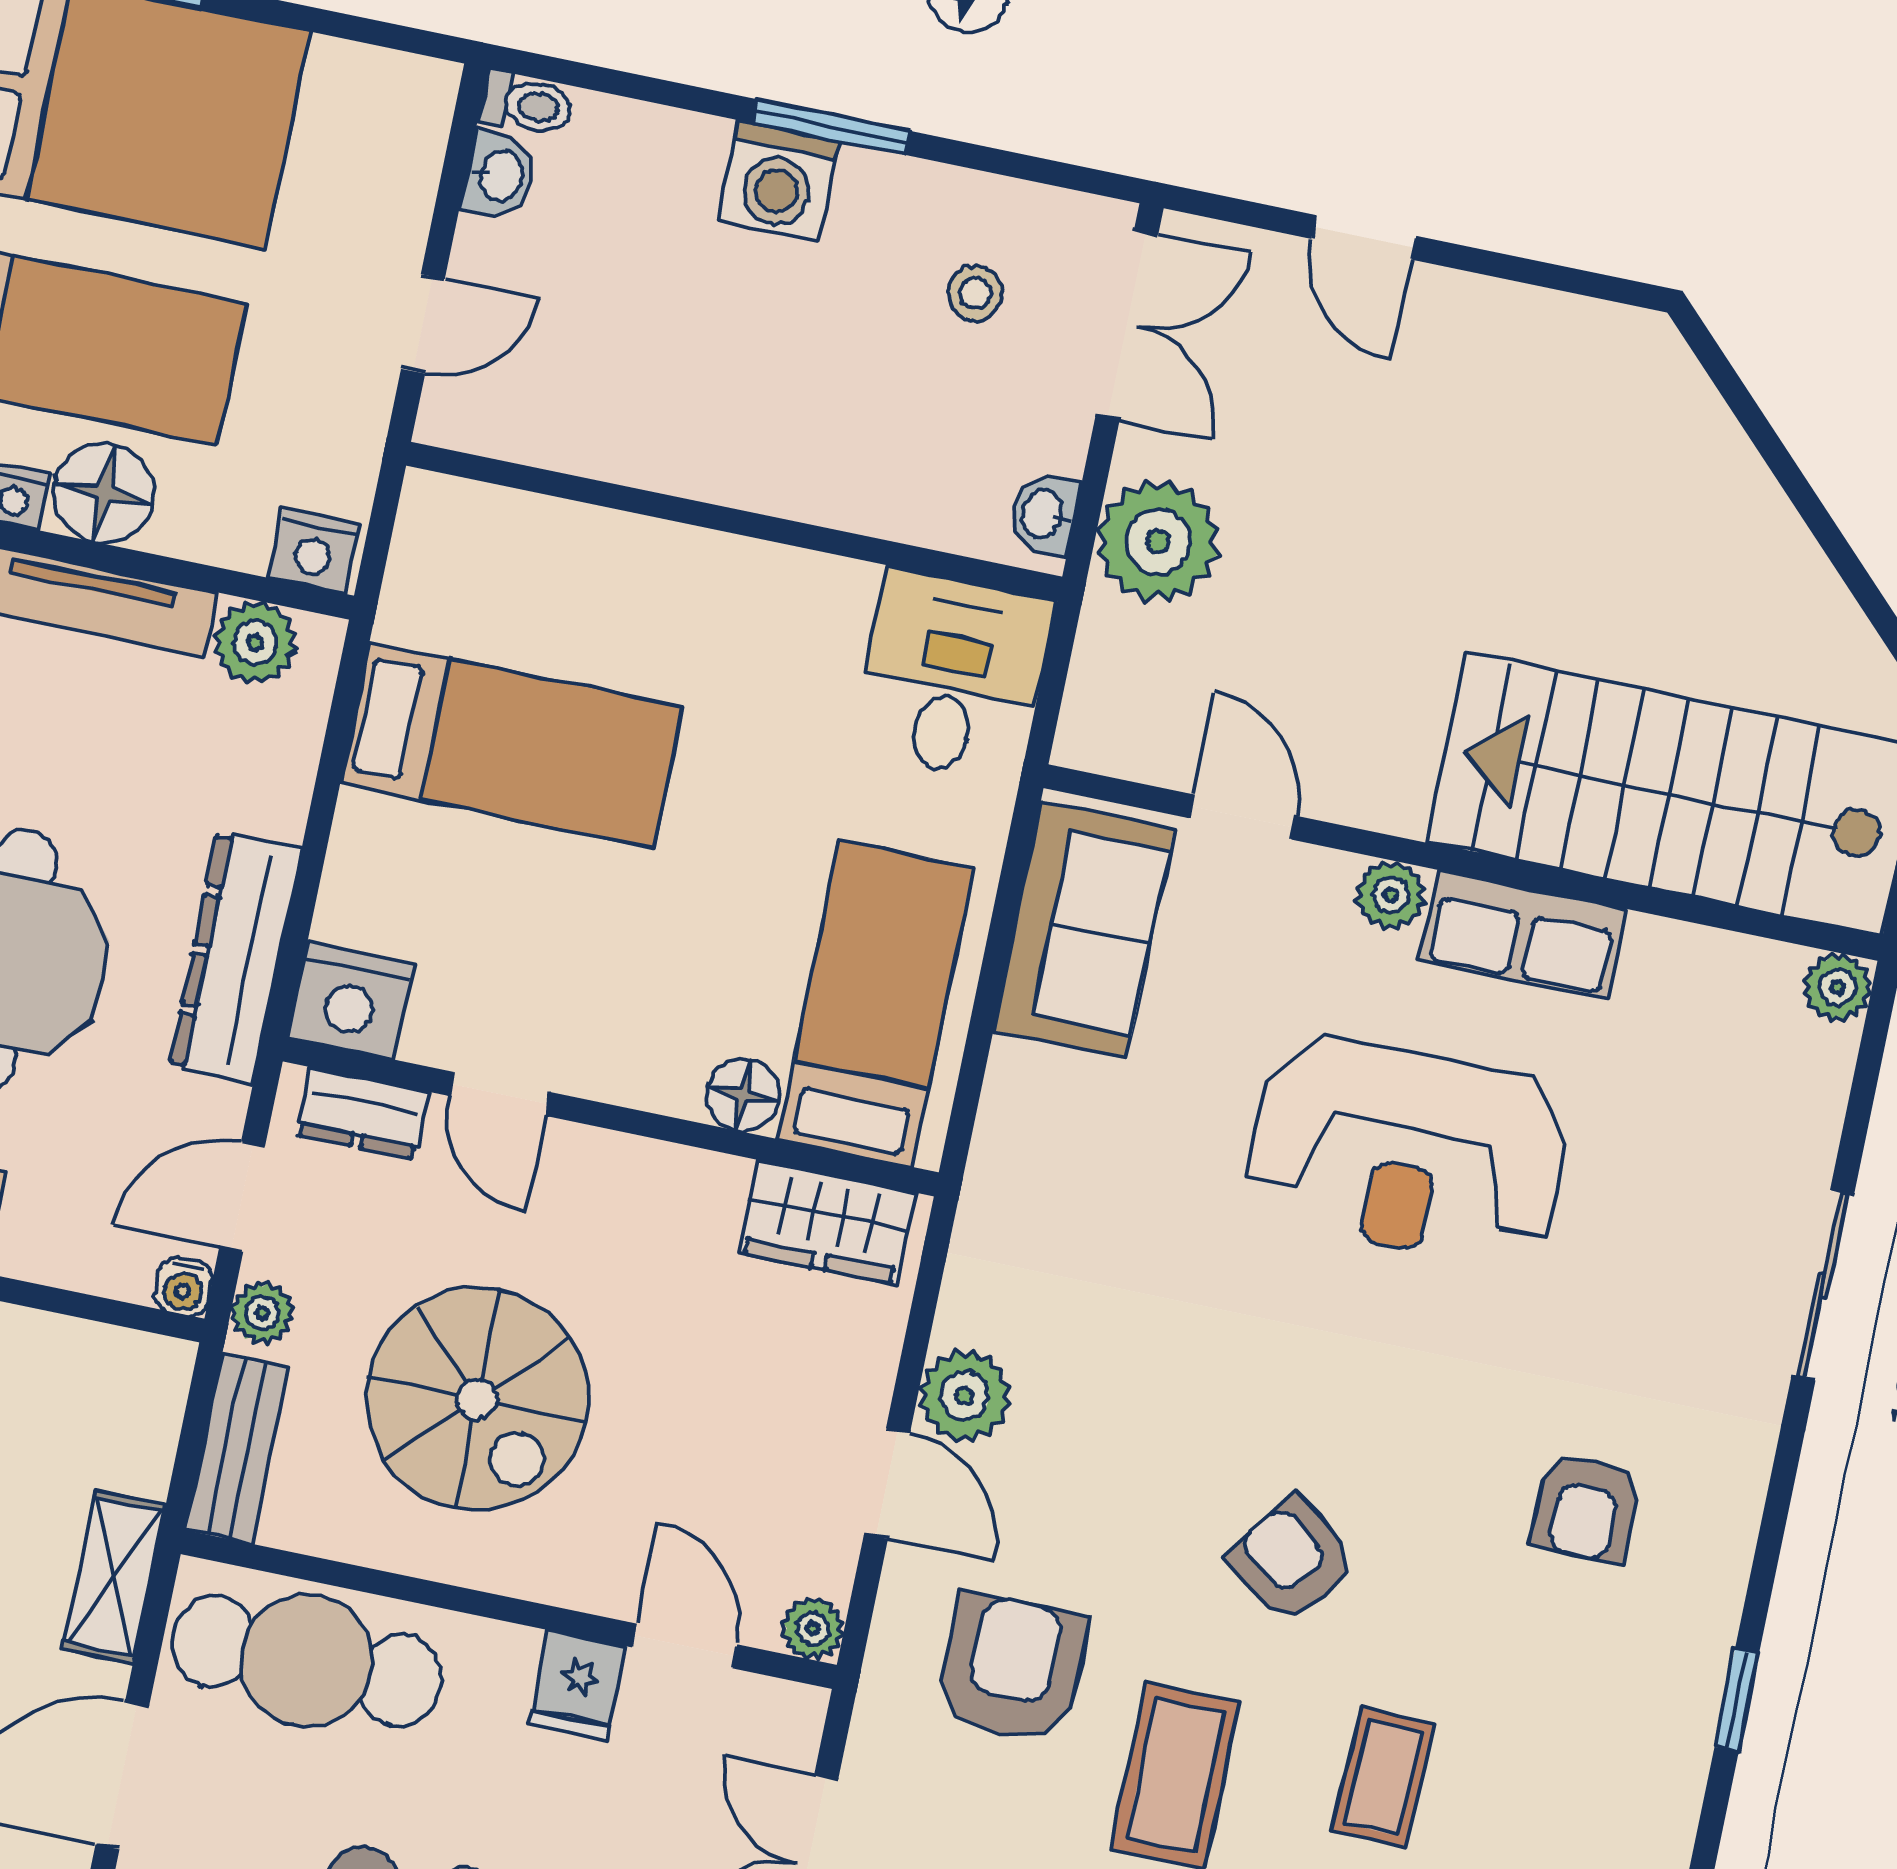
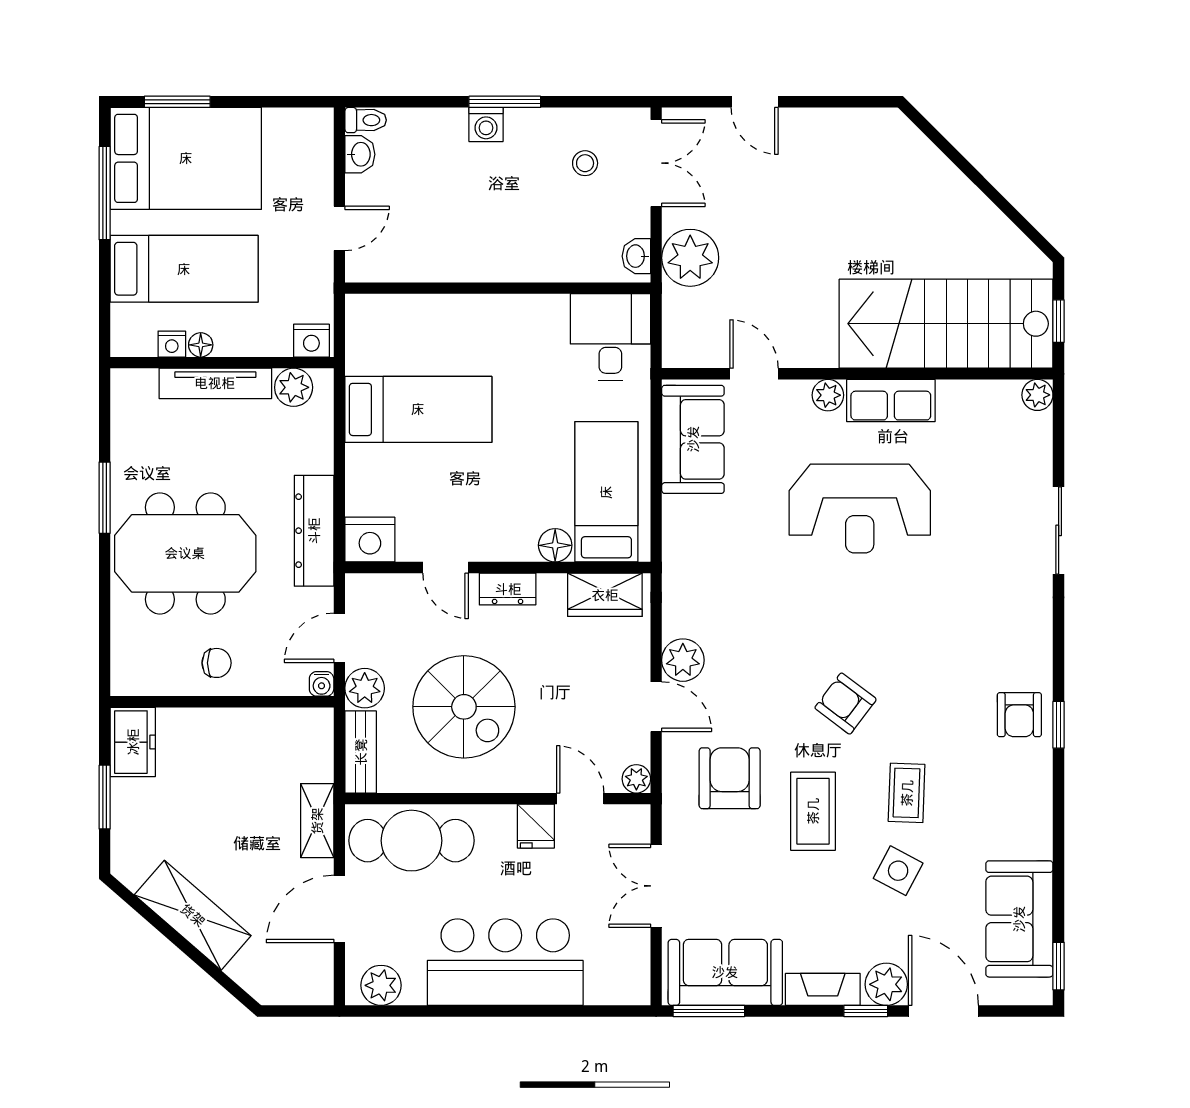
washing machine: (779, 181) -> (486, 124), width x0.73, depth x0.73
floor lamp: (103, 493) -> (201, 345), width x0.53, depth x0.53
dresser: (362, 1113) -> (508, 589), moved
plant: (262, 1313) -> (365, 688), width x1.38, depth x1.38
armchair: (1586, 1508) -> (1019, 715), moved

